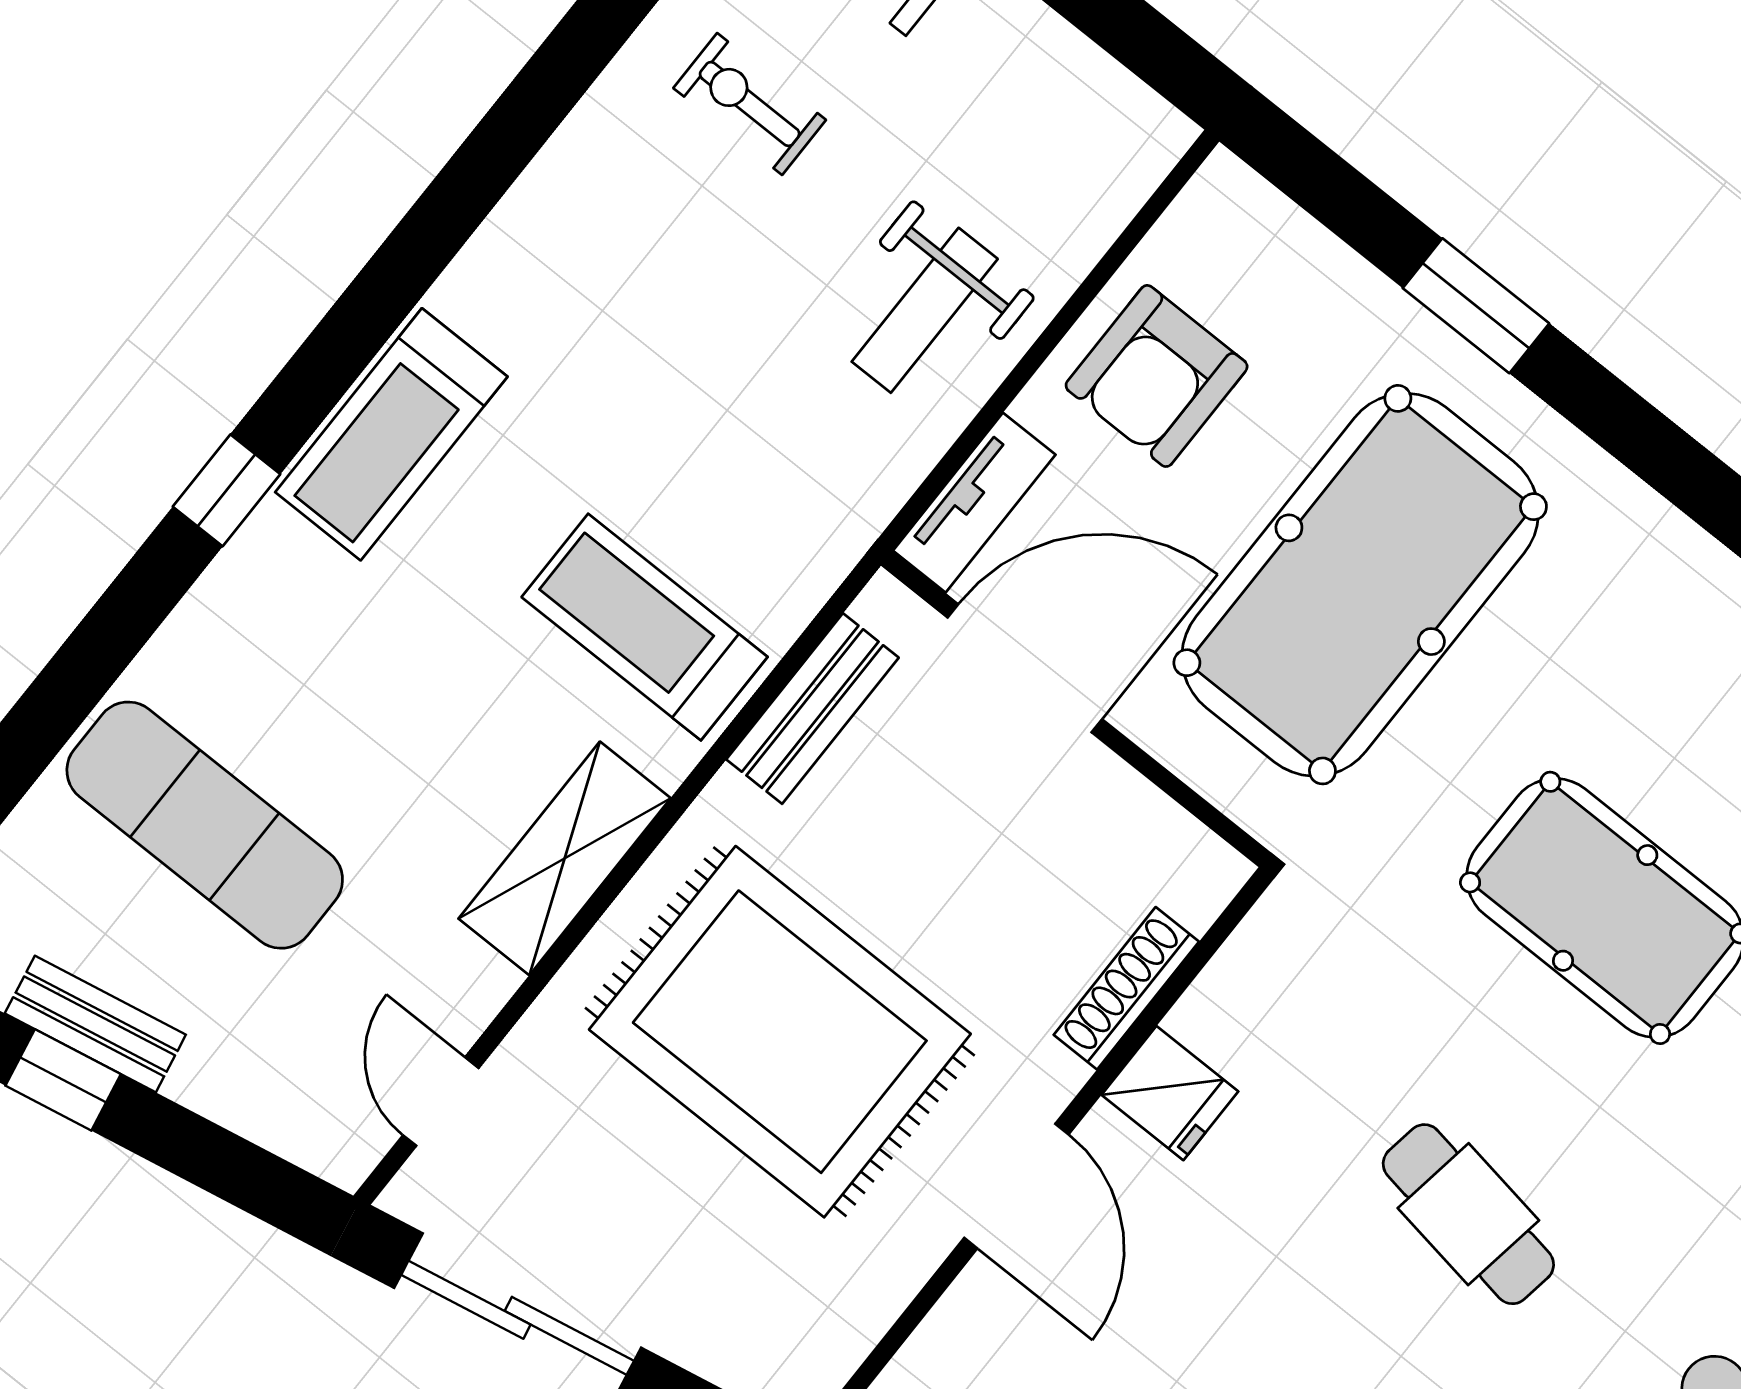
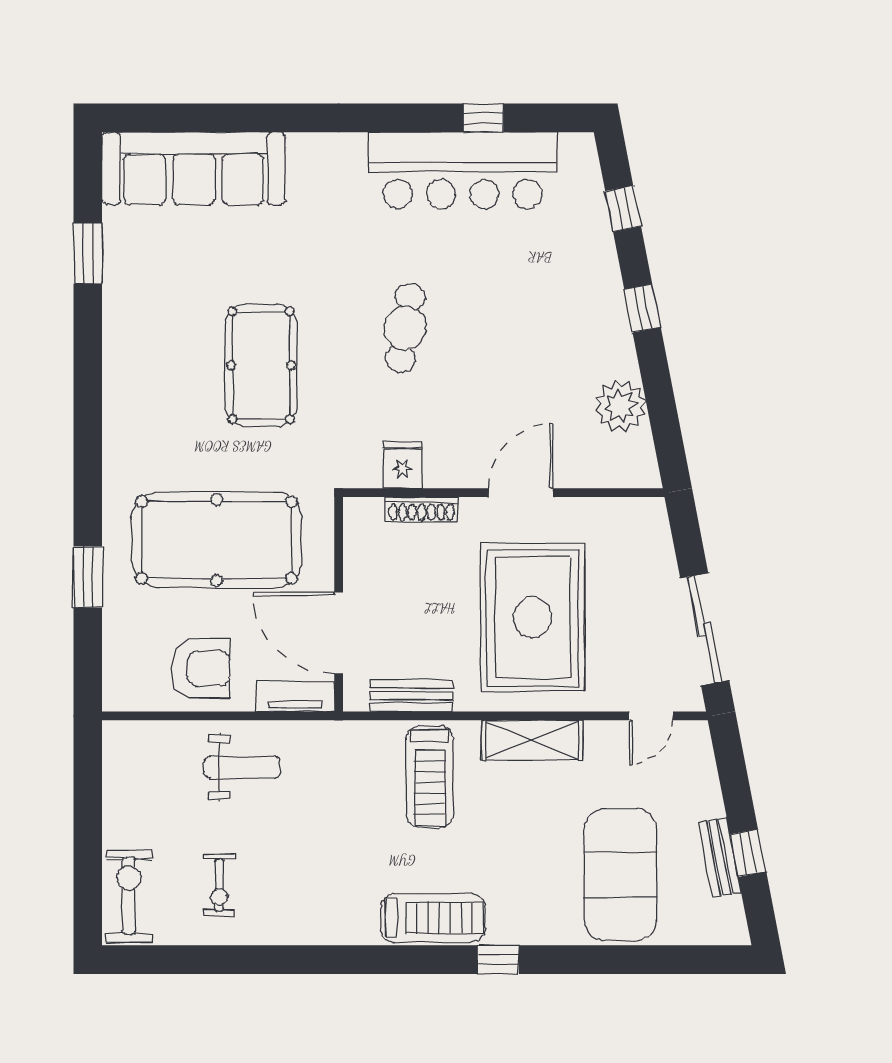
exercise mat: (205, 825) -> (620, 874), width x1.47
fridge: (1170, 1093) -> (403, 465), moved

